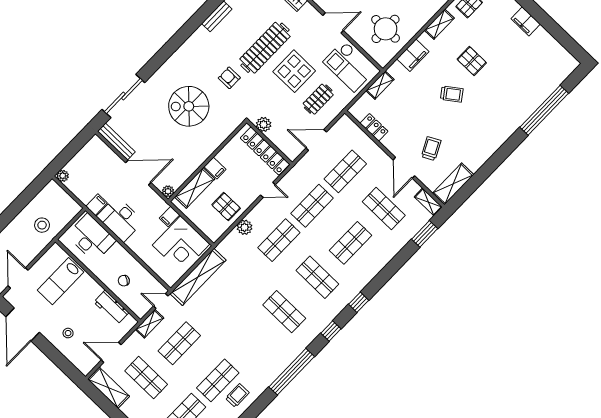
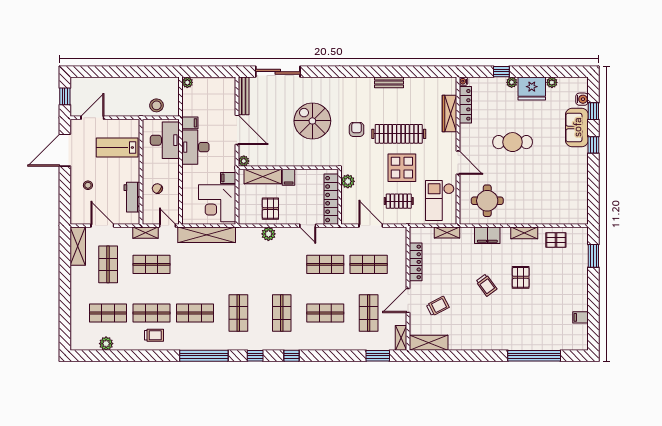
filing cabinet: (526, 21) -> (581, 317), moved, width x0.50
locker: (374, 127) -> (416, 262), width x1.53
stool: (42, 225) -> (157, 105), moved
shop shelf: (279, 240) -> (195, 313), moved

